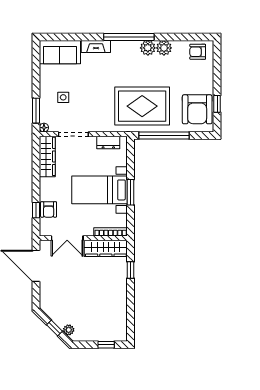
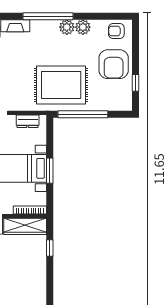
armchair: (197, 109) -> (114, 64), moved

